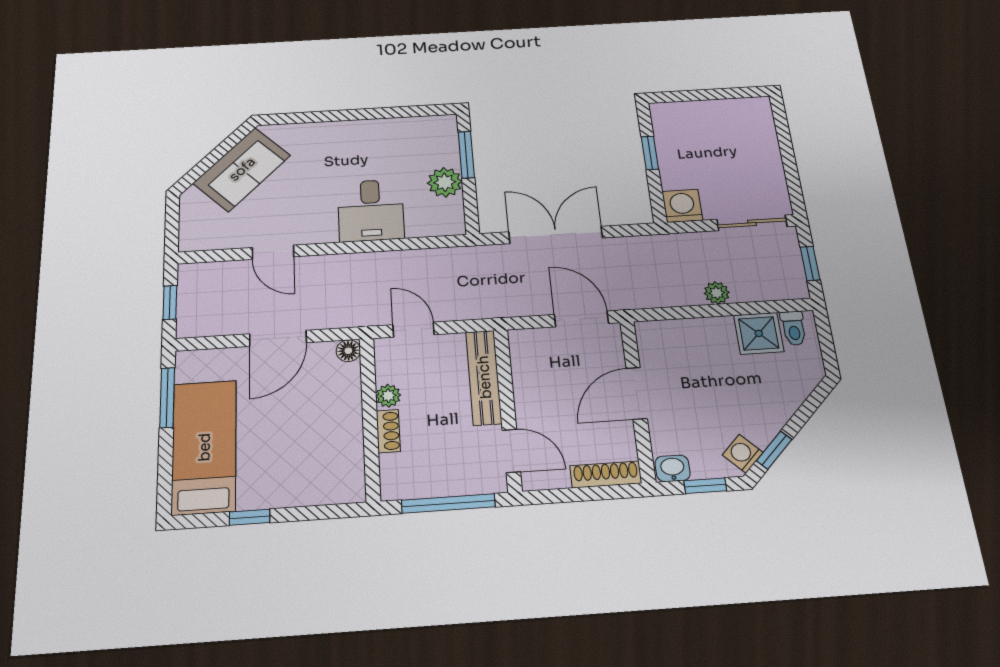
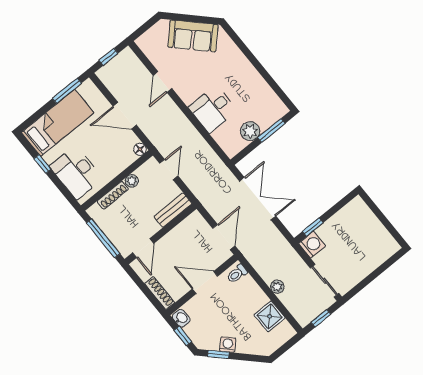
window: (650, 153) -> (313, 227), moved
toilet: (794, 328) -> (237, 274), moved
bench: (484, 377) -> (173, 210), width x0.73
shoe rack: (388, 431) -> (113, 195), width x1.43
washing machine: (743, 454) -> (228, 345), moved
desk: (307, 472) -> (76, 172), added

